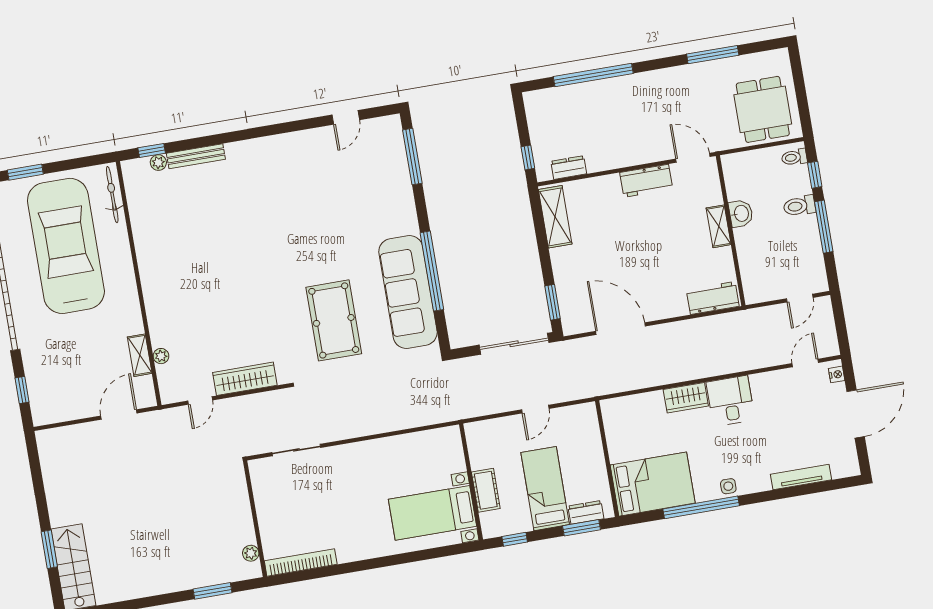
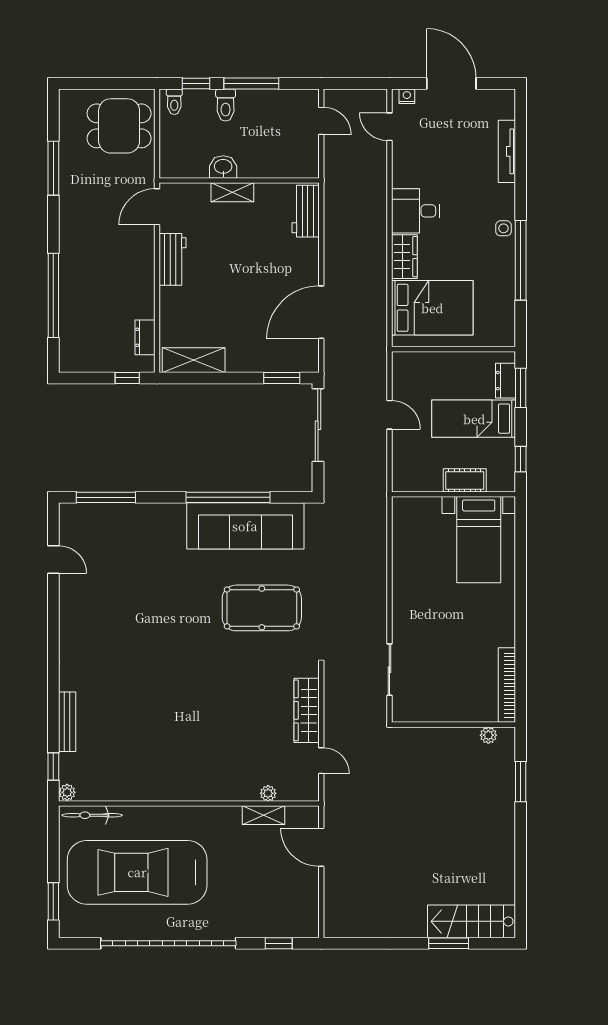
plant: (158, 163) -> (67, 792), moved
bed: (653, 484) -> (432, 308), moved, turned 90

